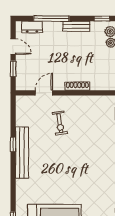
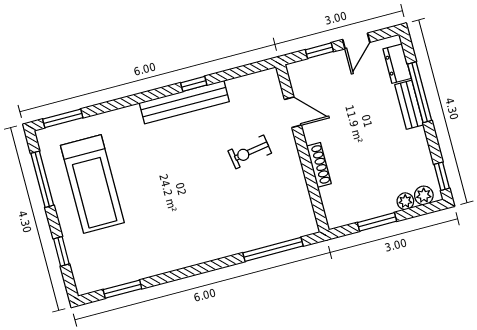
bench: (76, 26) -> (409, 105), moved

